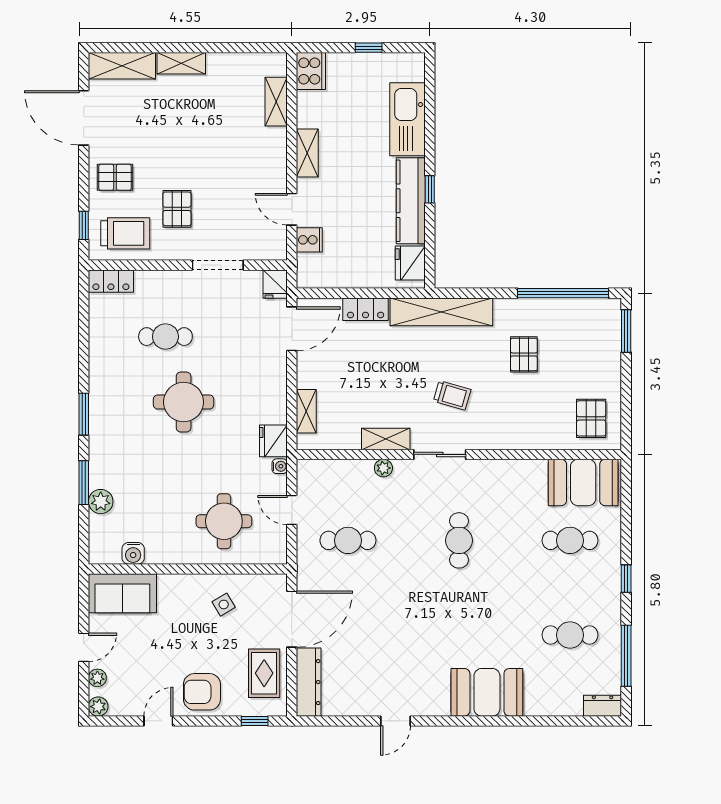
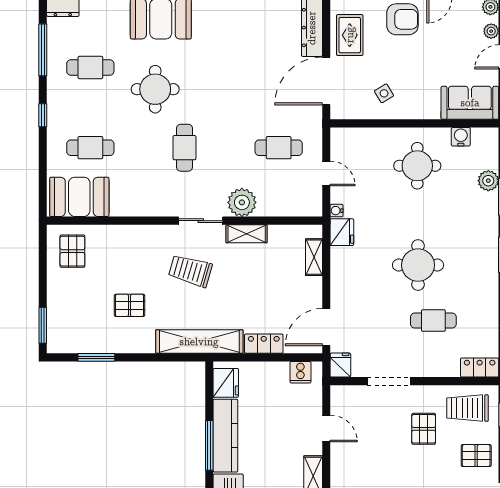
window: (430, 189) -> (209, 445), width x2.17
cooker: (309, 240) -> (300, 372), moved, turned -90
window: (563, 293) -> (96, 357), width x0.47
pallet: (524, 354) -> (129, 305), turned 90
trolley: (452, 395) -> (190, 271), width x1.36, depth x1.39
plant: (383, 468) -> (242, 202), width x1.87, depth x1.87
round table: (224, 521) -> (417, 166), moved
round table: (494, 609) -> (155, 89), added

